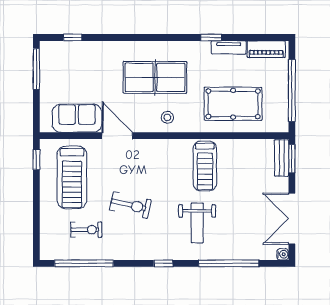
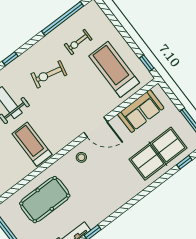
table tennis table: (155, 77) -> (158, 154), moved
door: (117, 136) -> (96, 127), moved
exercise bike: (130, 205) -> (49, 74), moved

